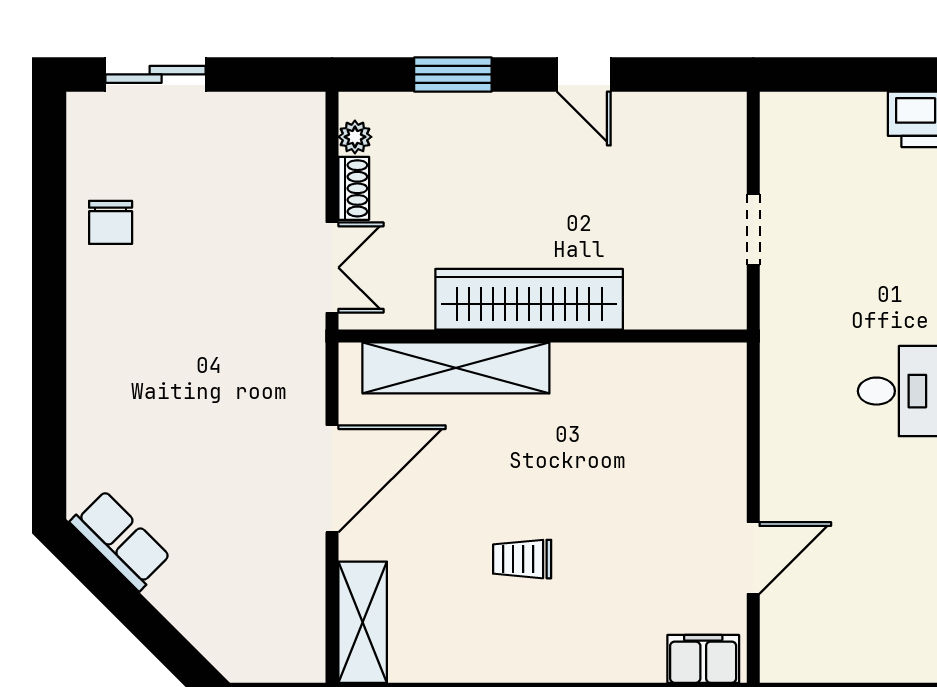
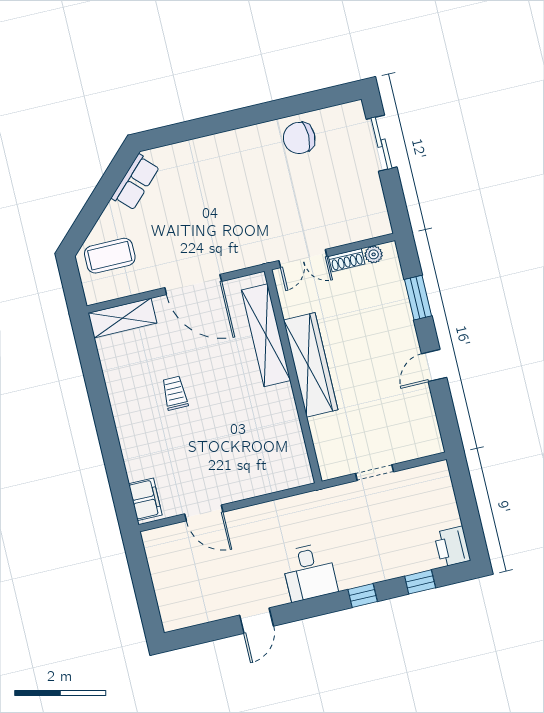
chair: (111, 222) -> (299, 138), width x1.37, depth x1.37
coffee table: (243, 619) -> (110, 256), added

